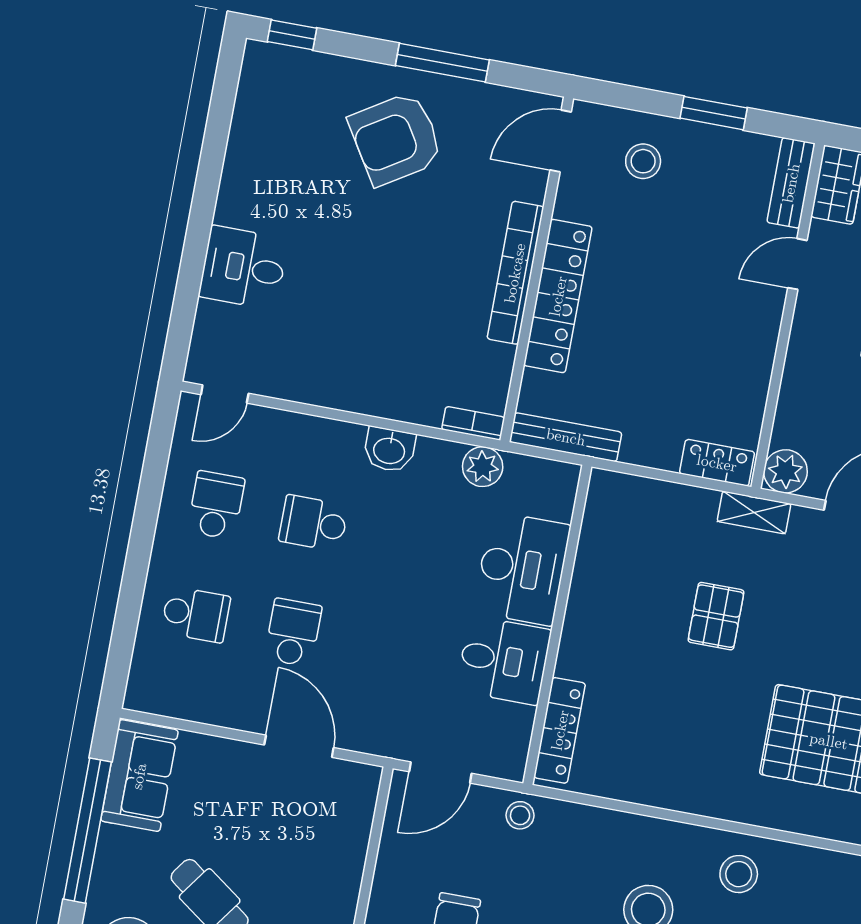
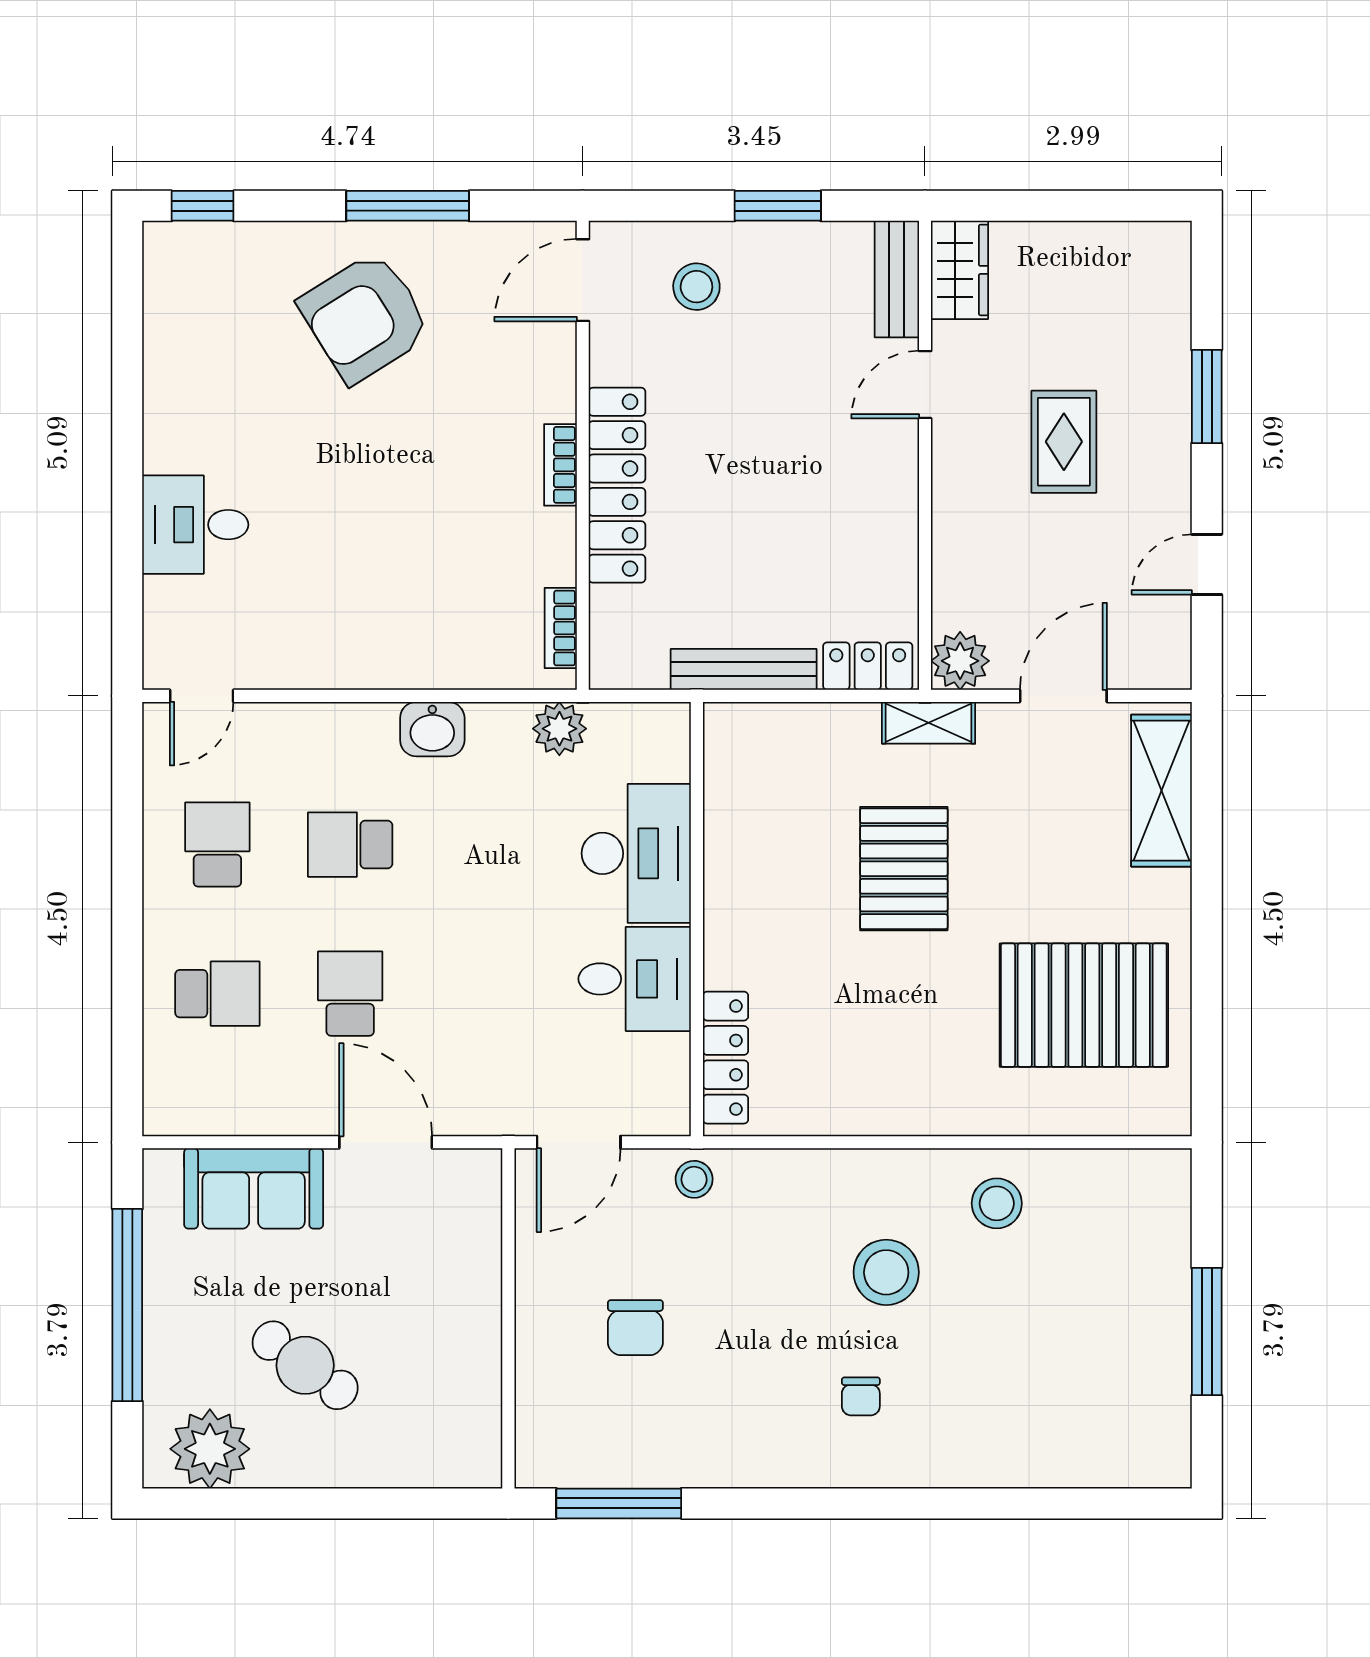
bookcase: (515, 273) -> (560, 465), width x0.43, depth x0.76
bookcase: (473, 423) -> (561, 628), moved, turned -90
bench: (566, 437) -> (744, 669), moved
pallet: (716, 616) -> (904, 869), width x1.50, depth x1.42
sofa: (139, 776) -> (254, 1188), moved, turned 90

